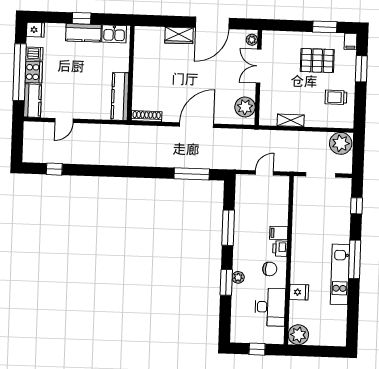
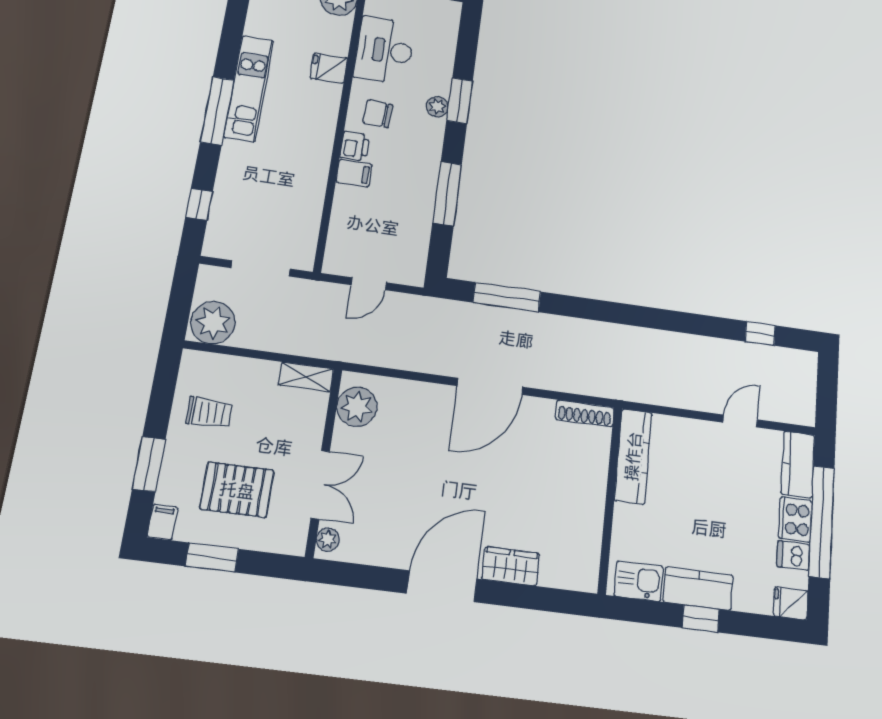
plant: (252, 40) -> (328, 540), moved
double door: (259, 66) -> (320, 485), moved
wall: (258, 78) -> (324, 462), moved
plant: (245, 107) -> (357, 407), moved

